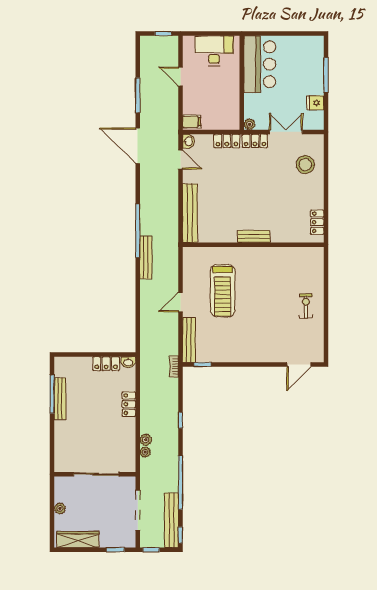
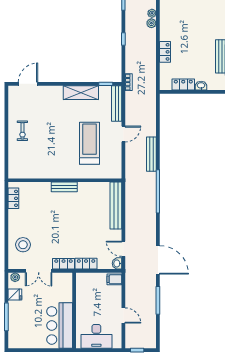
plant: (250, 124) -> (15, 277), moved
bench: (146, 258) -> (151, 154), moved
shelving: (233, 354) -> (81, 93), added
washbasin: (128, 362) -> (201, 86), moved

